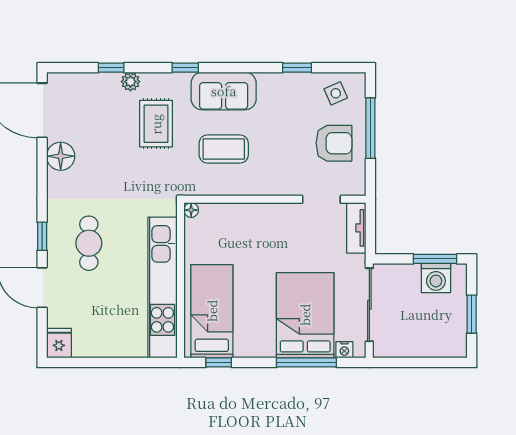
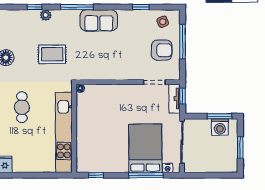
window: (185, 68) -> (77, 7), width x2.17
rug: (156, 124) -> (52, 54), moved, turned 90
coffee table: (224, 149) -> (99, 53), removed
window: (370, 224) -> (183, 96), added
bed: (212, 311) -> (92, 146), removed

